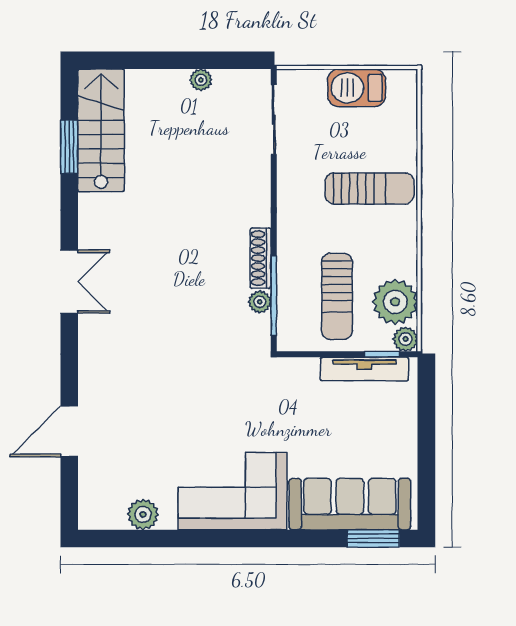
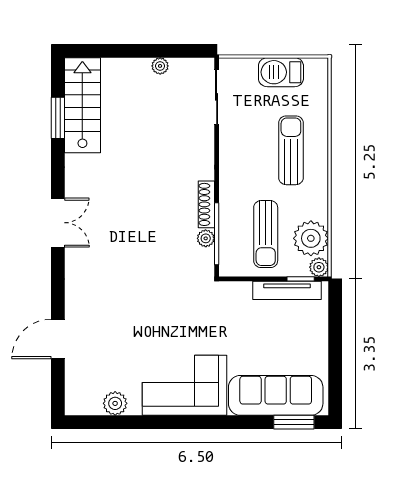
sun lounger: (370, 188) -> (291, 150), turned -90

